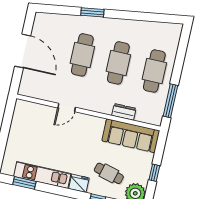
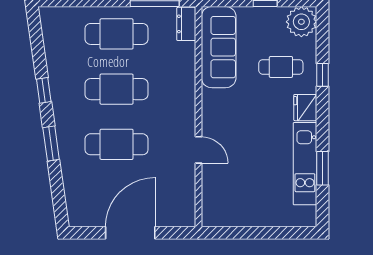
window: (128, 15) -> (44, 90), added
dresser: (124, 112) -> (186, 24), moved
cafe table: (109, 173) -> (281, 67), turned 75
window: (24, 183) -> (322, 168), moved

